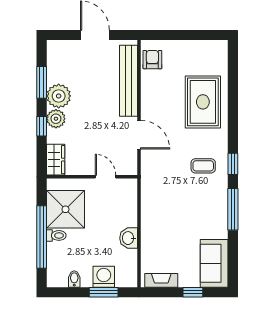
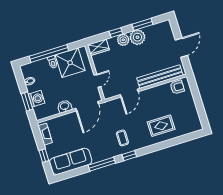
rug: (203, 102) -> (161, 126), width x0.73, depth x0.70
door: (139, 204) -> (87, 106), added
sofa: (214, 263) -> (71, 161), width x1.36

